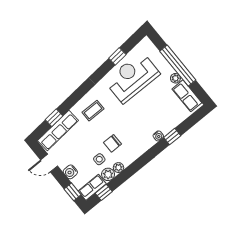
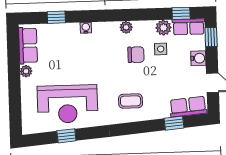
window: (178, 66) -> (14, 82), removed
row of seats: (58, 131) -> (188, 107), width x0.68
window: (172, 137) -> (56, 17), moved
plant: (118, 168) -> (126, 27), moved

